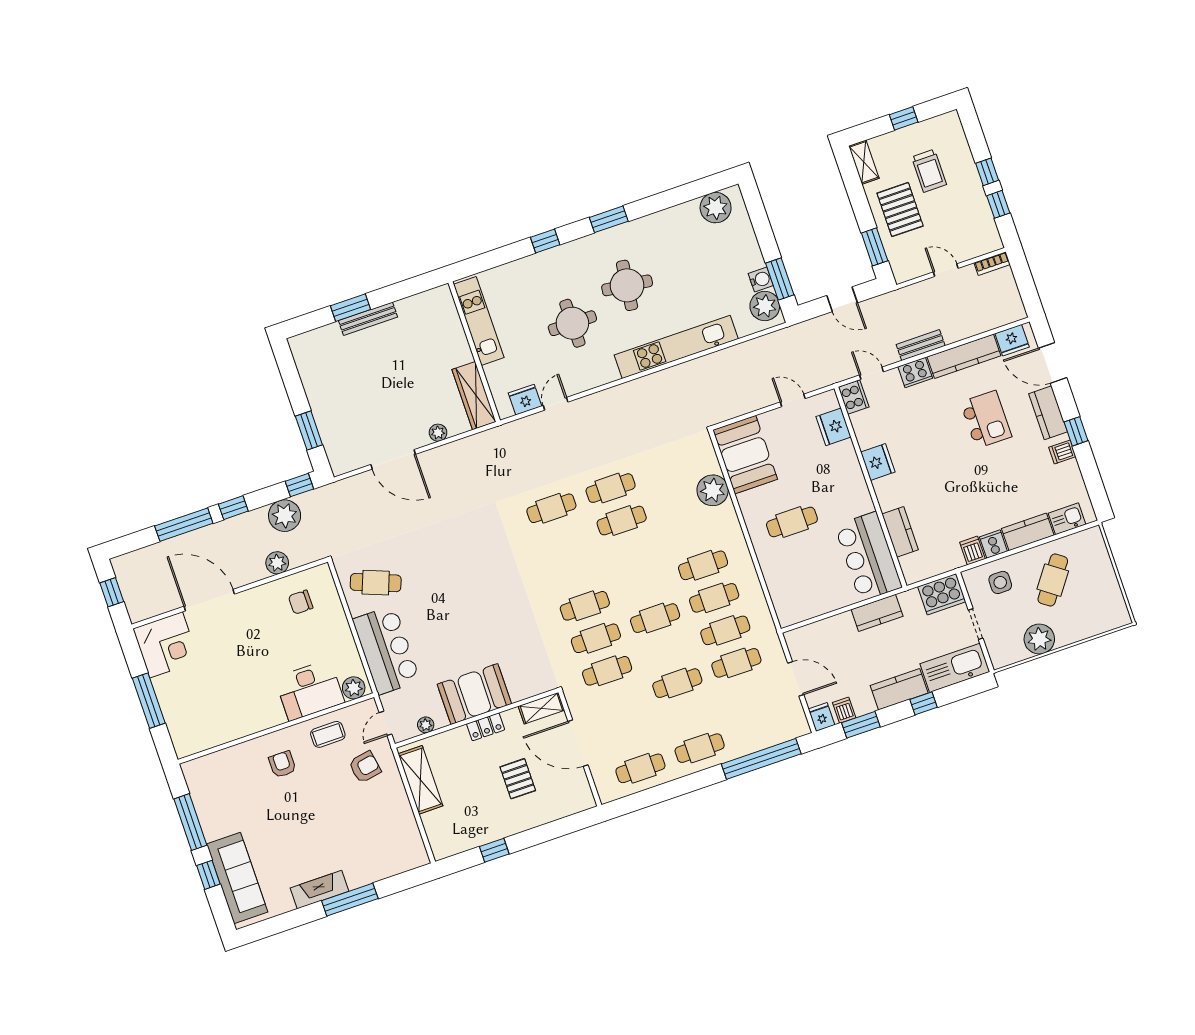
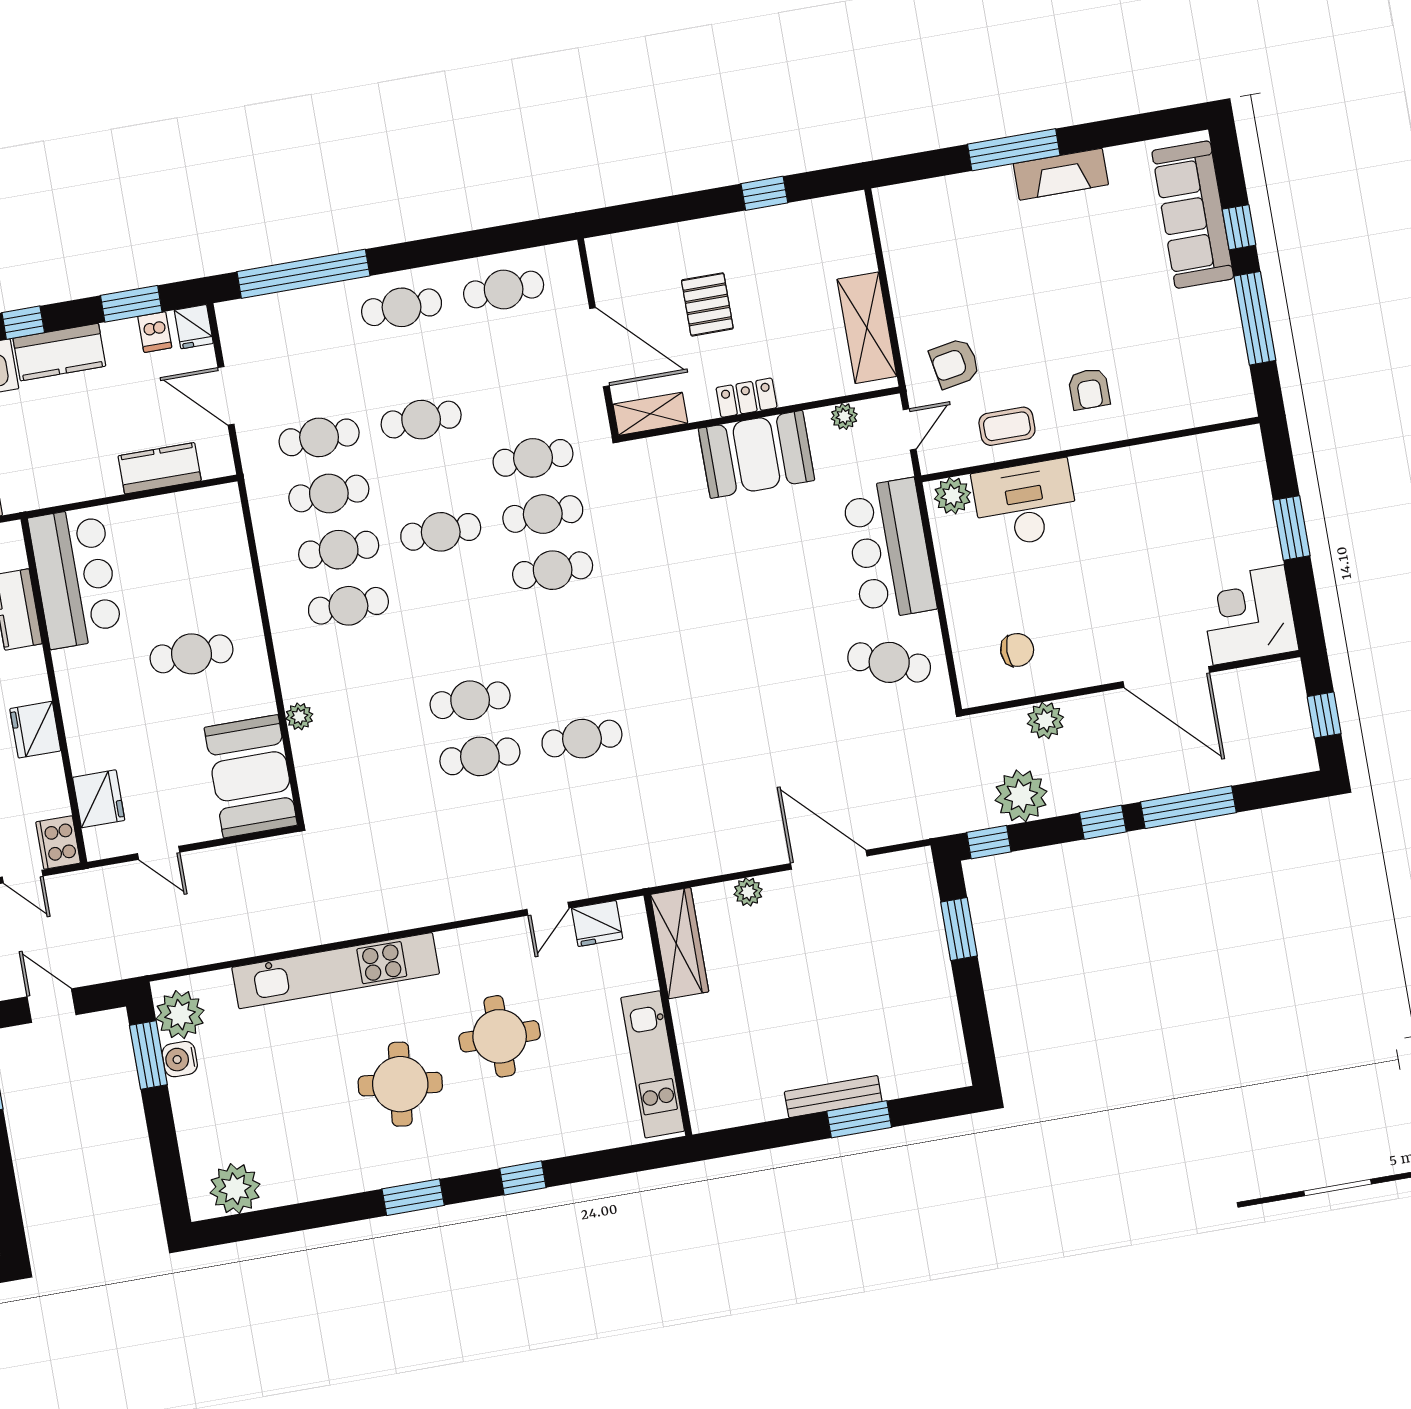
plant: (713, 490) -> (299, 716), width x0.53, depth x0.53
kitchen counter: (877, 613) -> (160, 468), moved
window: (149, 701) -> (1291, 528), width x0.69

